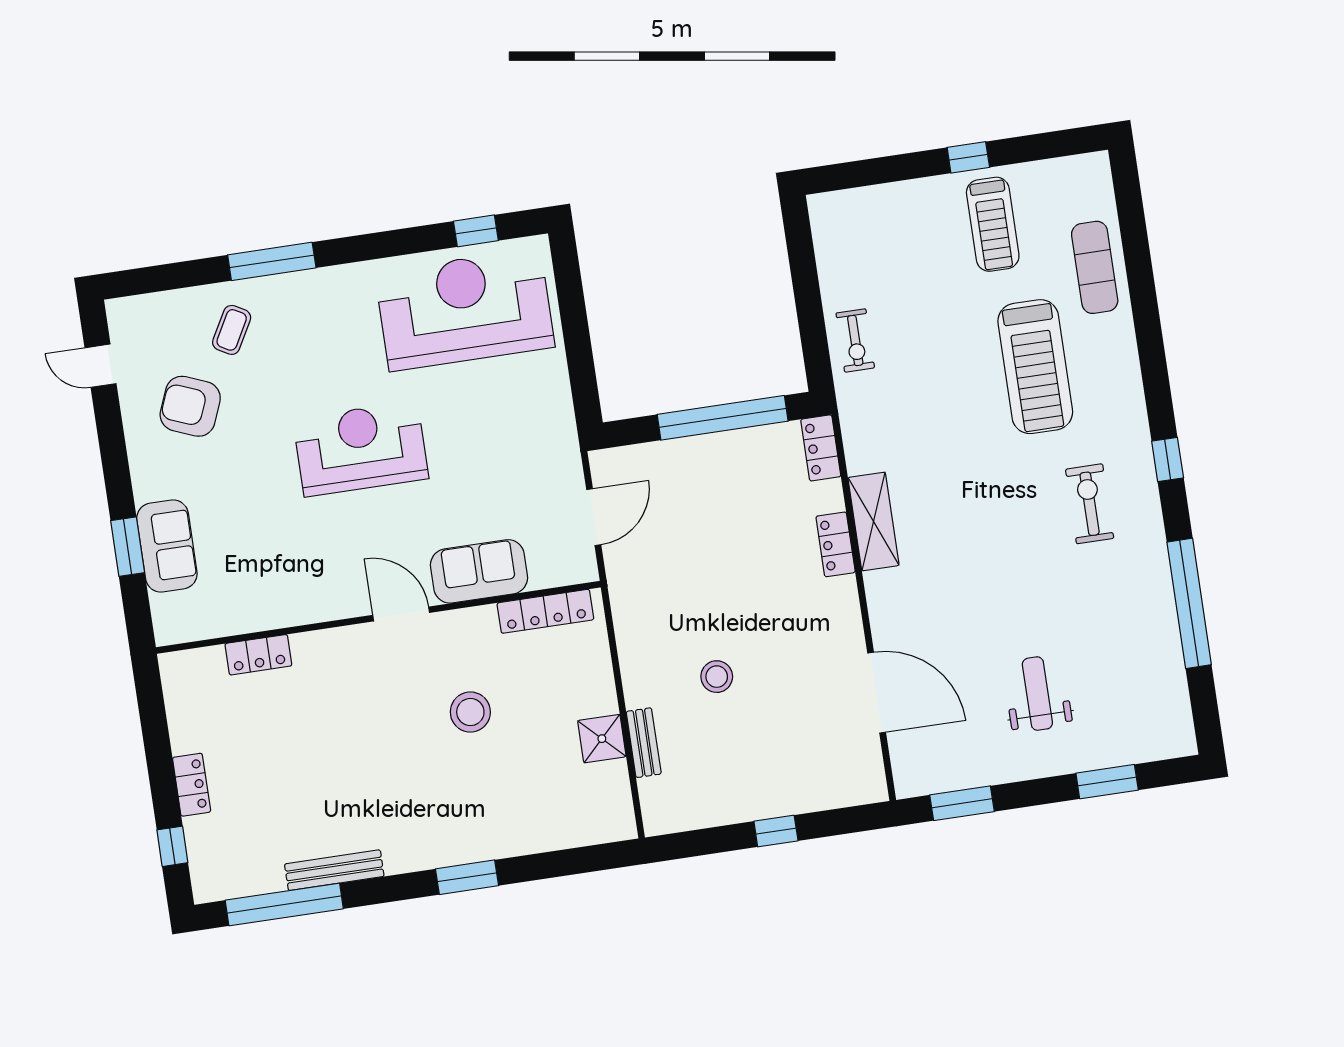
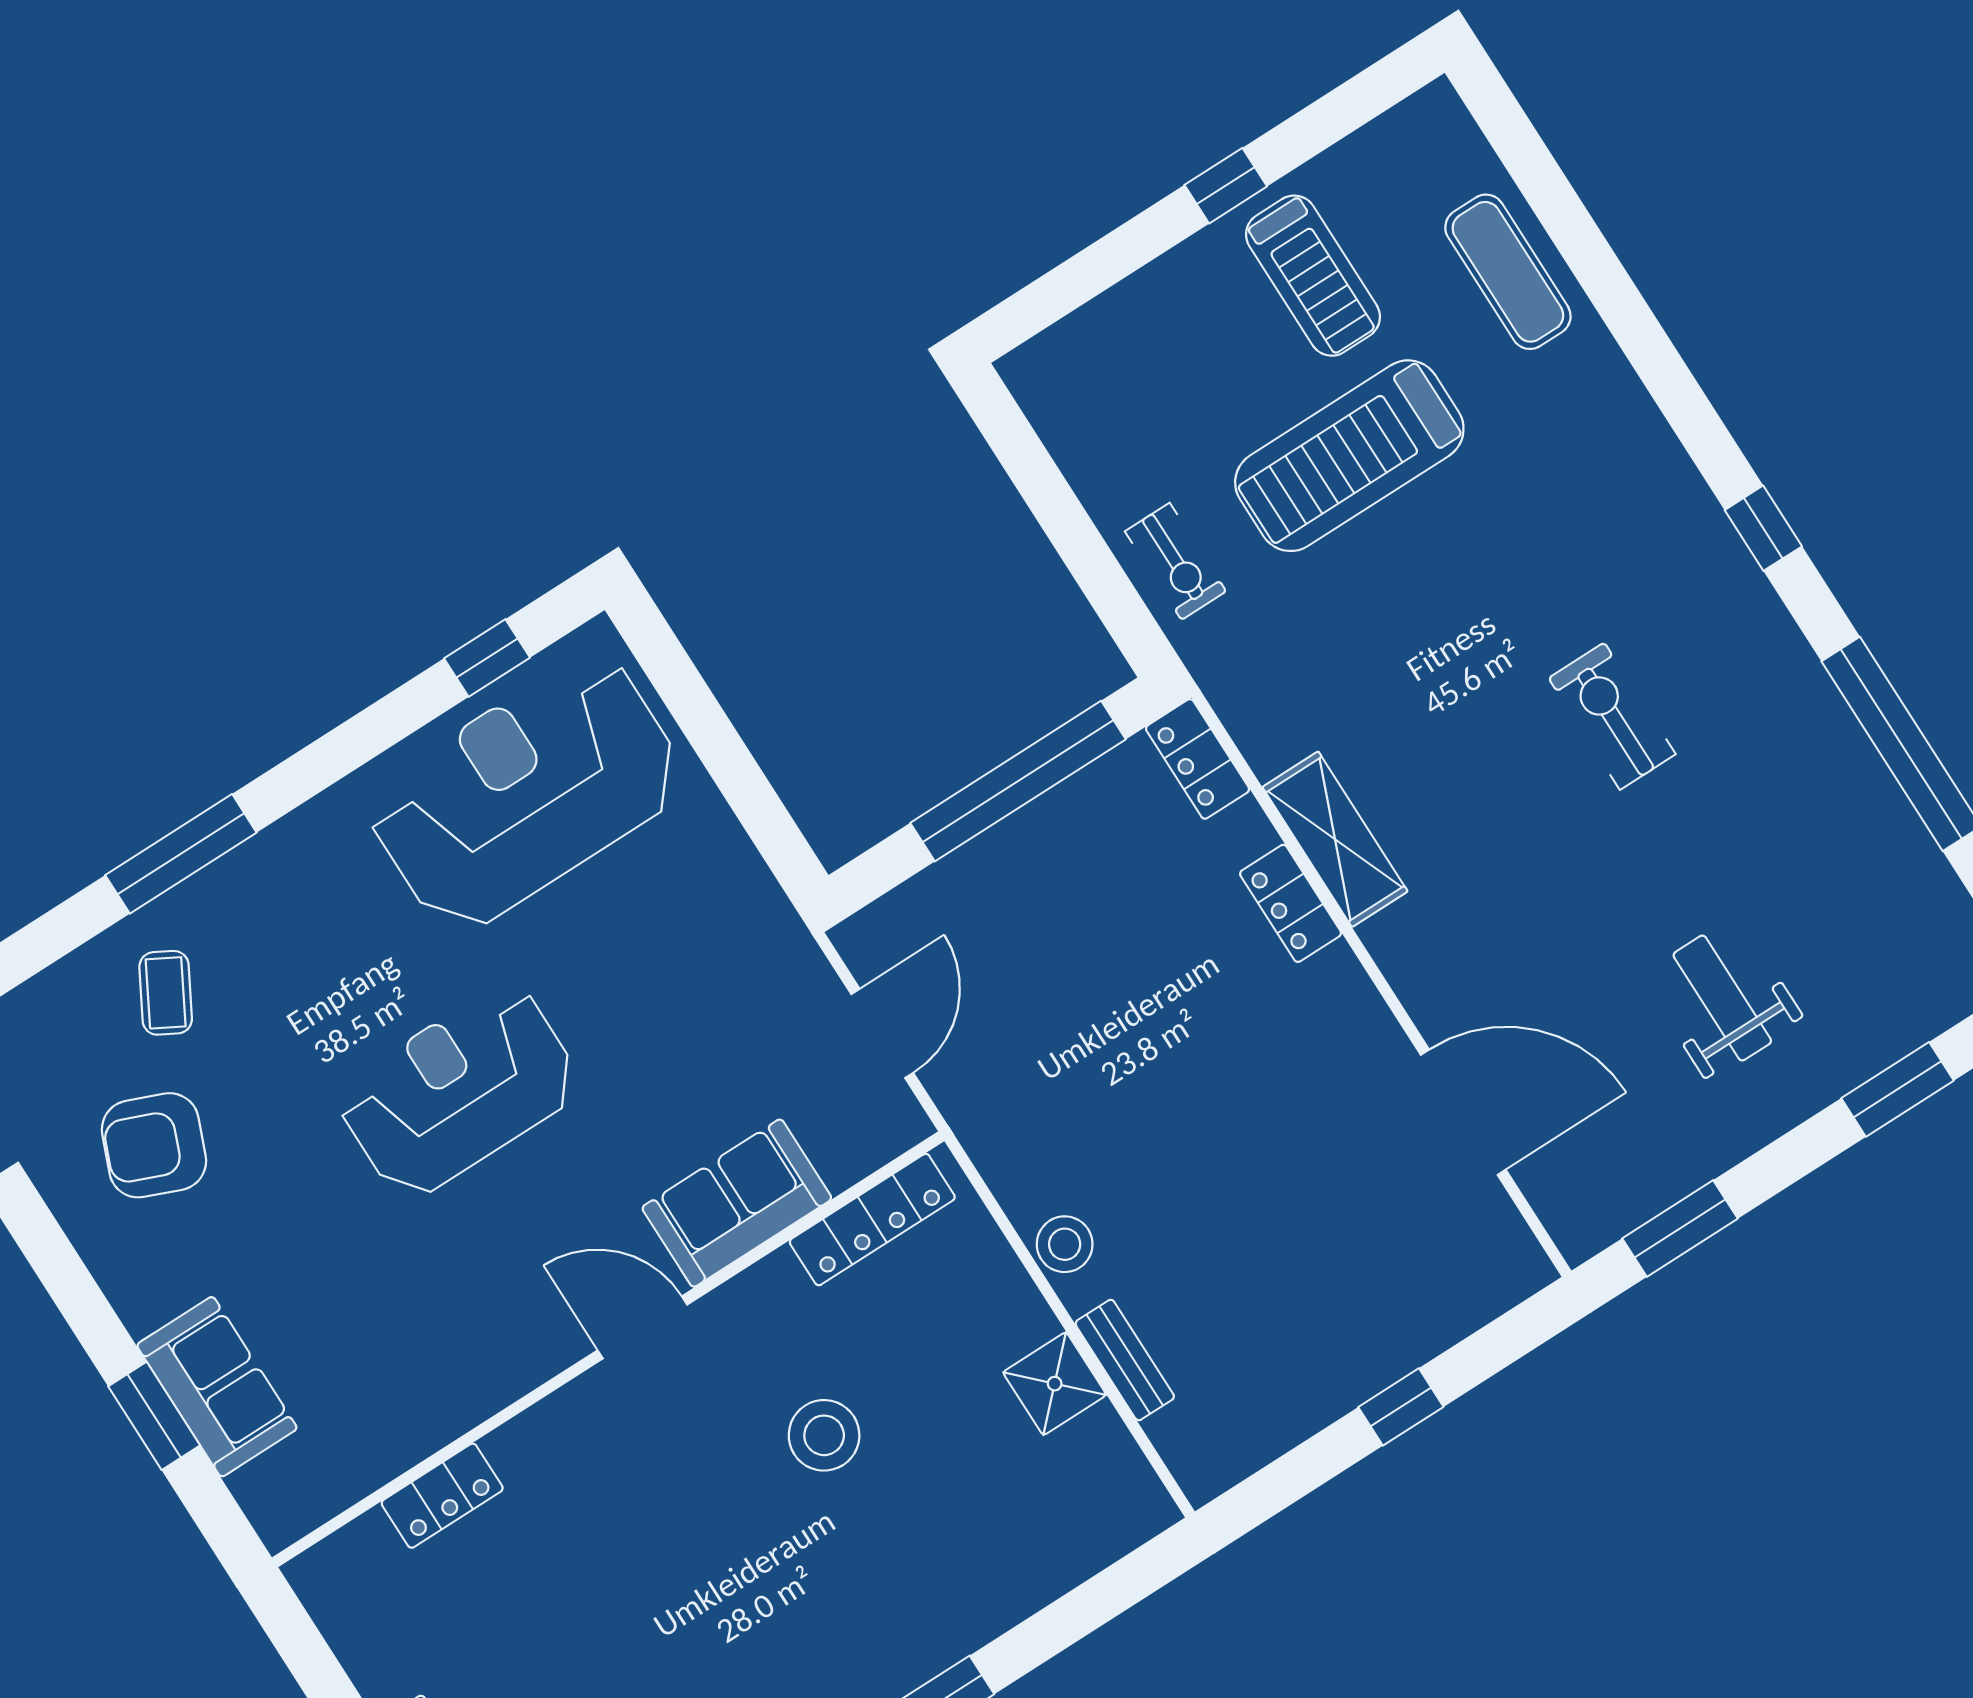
treadmill: (1035, 367) -> (1349, 456), moved, turned 90
exercise bike: (1090, 504) -> (1612, 716), moved
stool: (717, 677) -> (1065, 1244), moved

